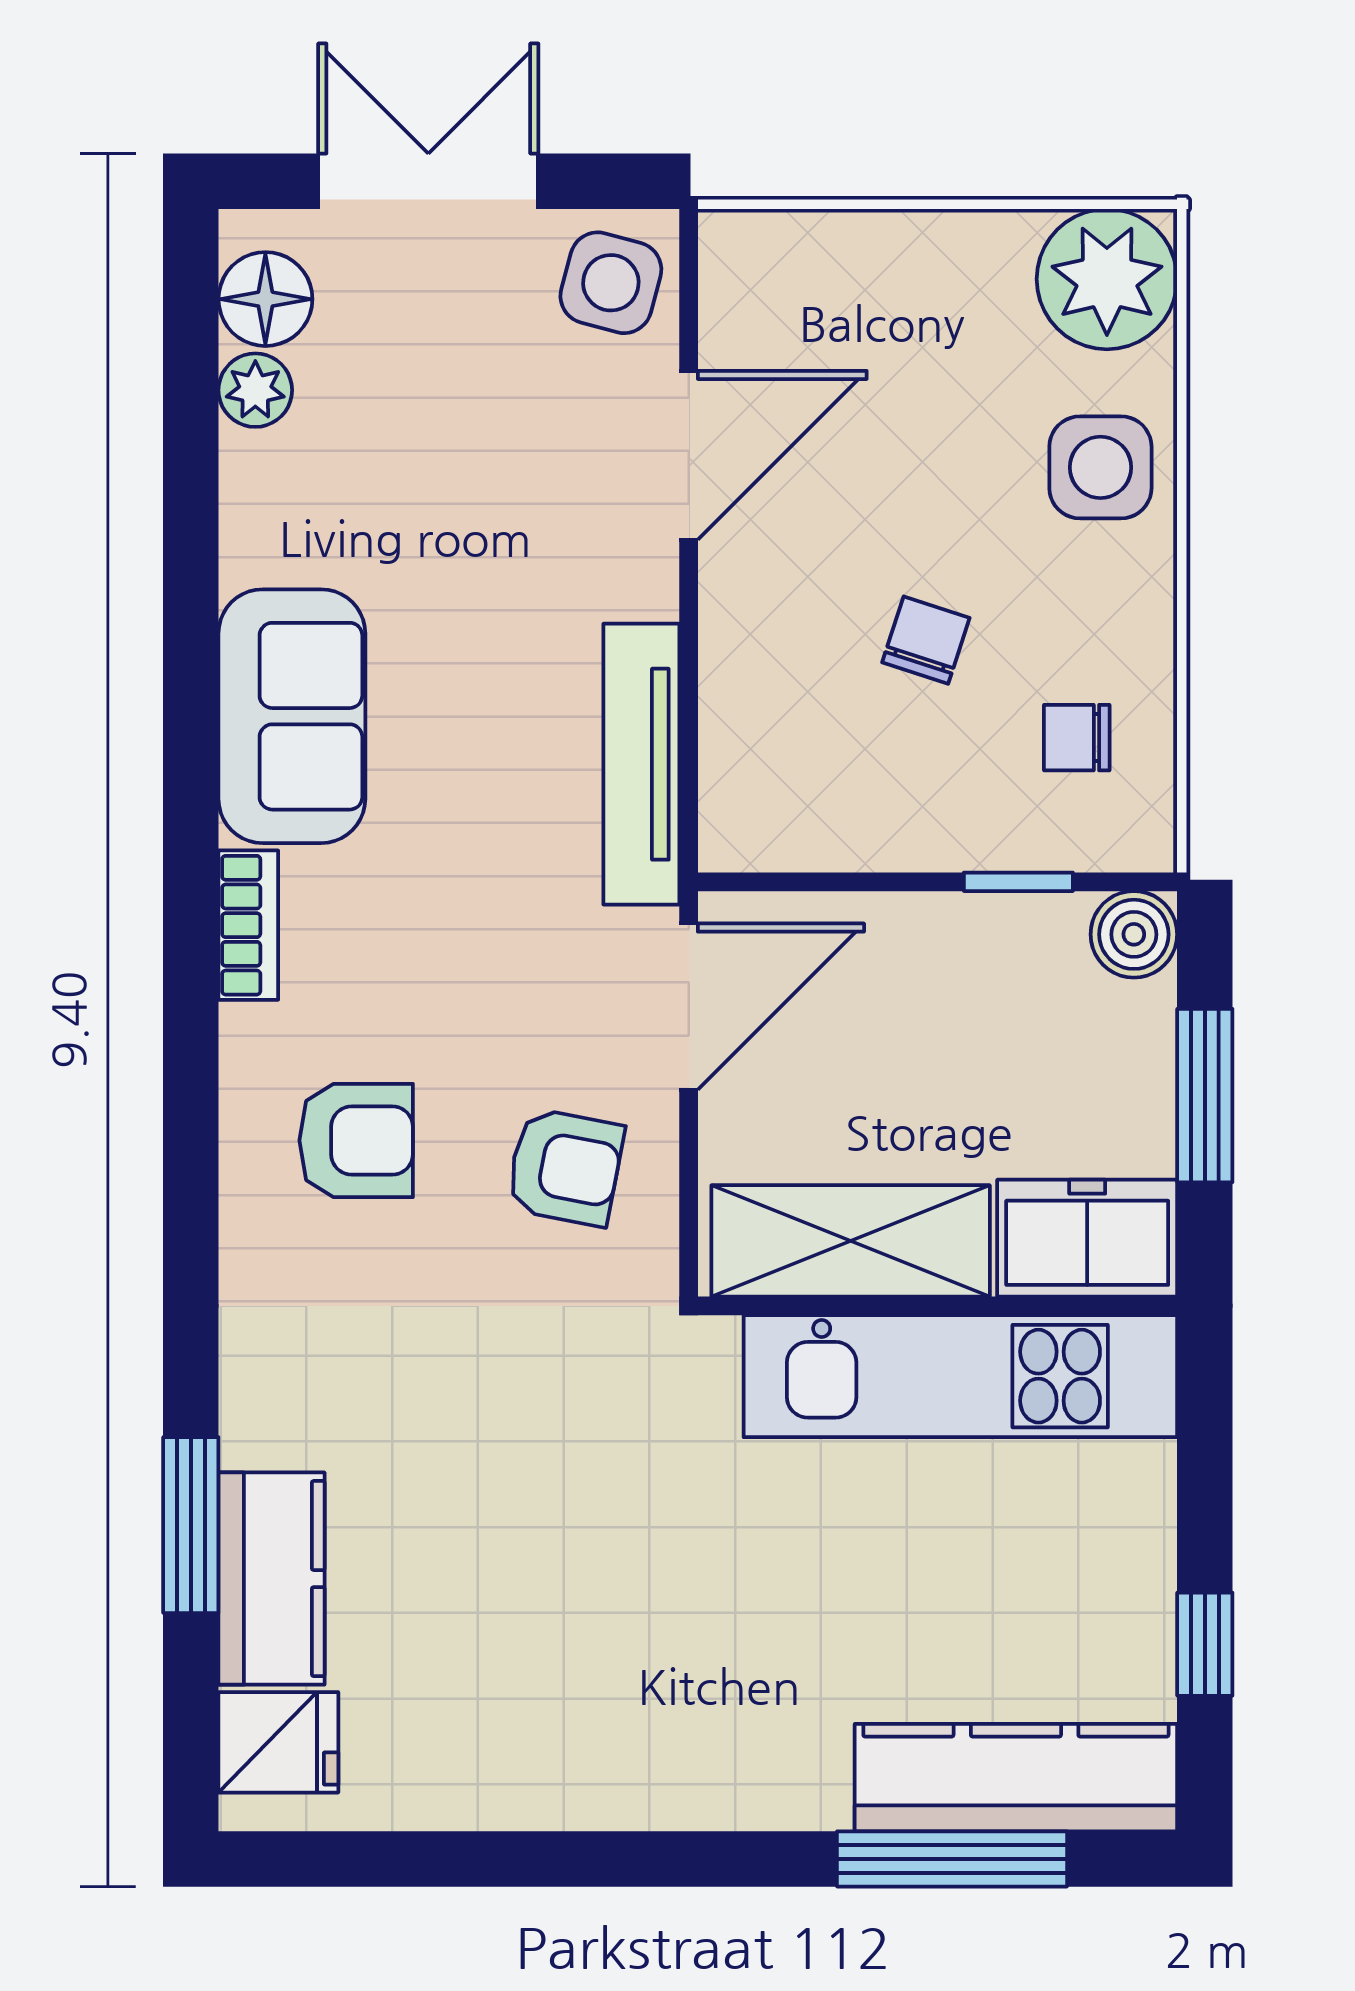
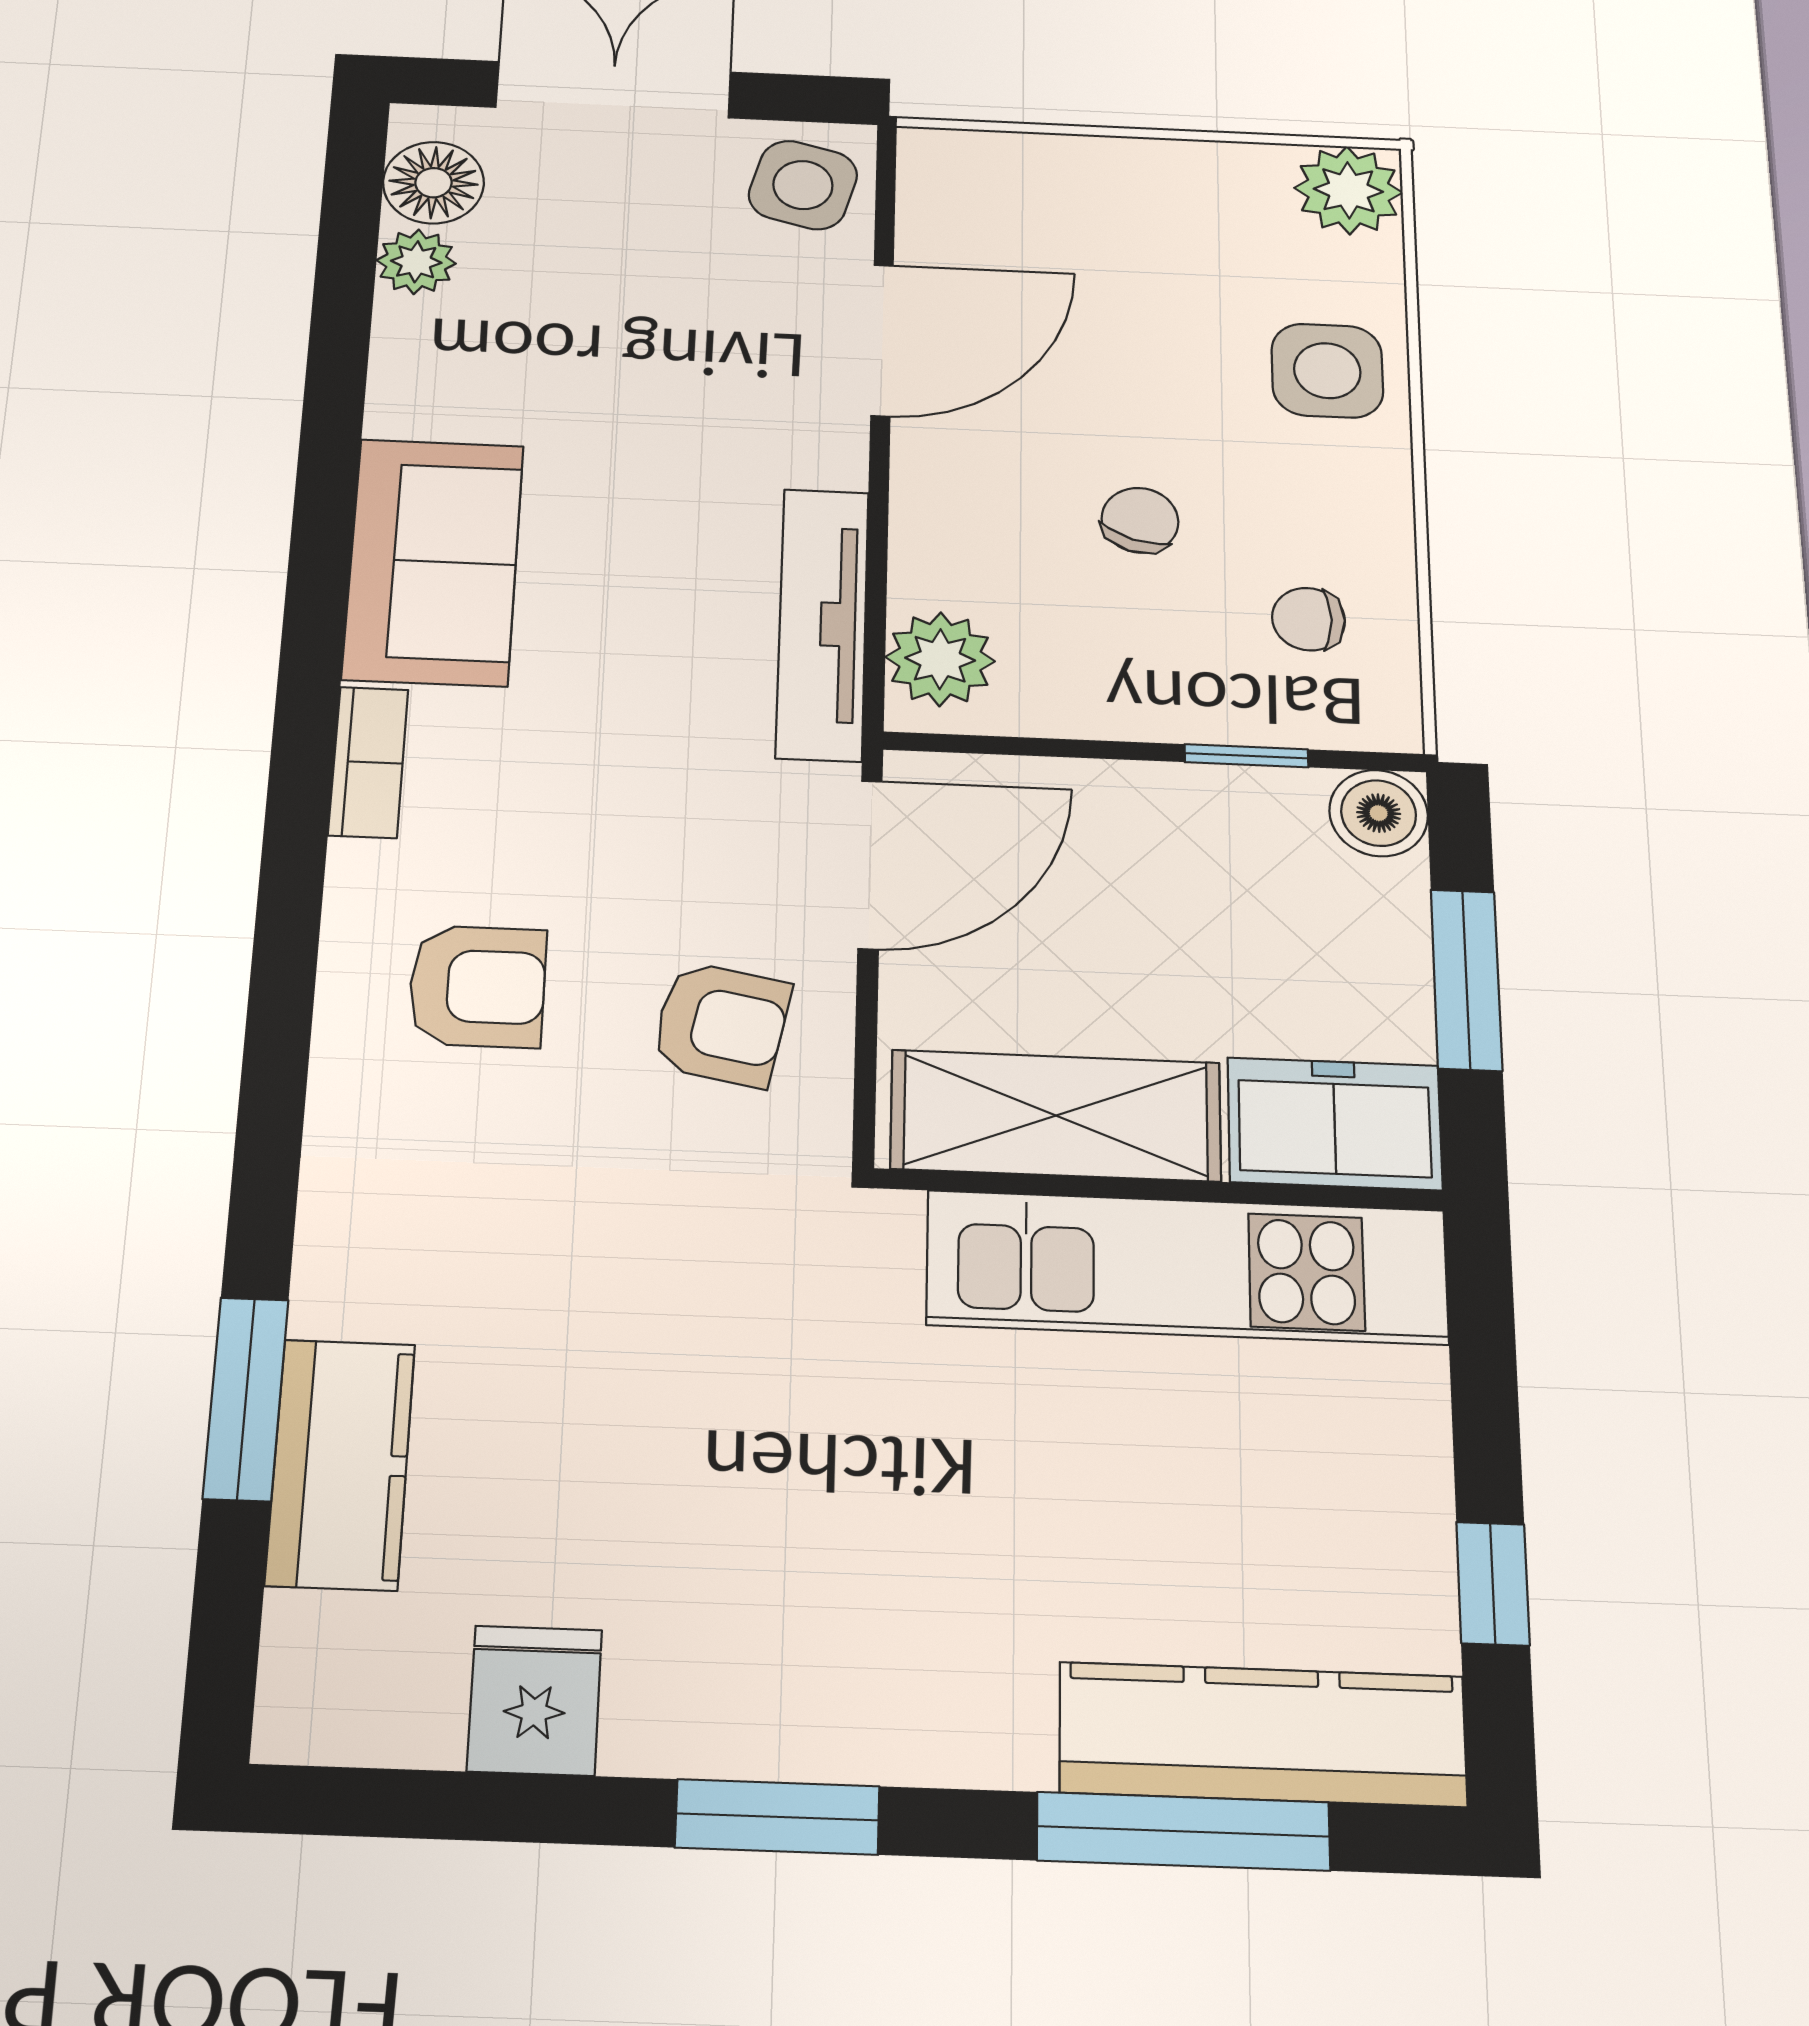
plant: (1107, 279) -> (1348, 190), width x0.73, depth x0.73
plant: (747, 796) -> (940, 659), added
fridge: (278, 1742) -> (535, 1700), moved, turned -90
window: (633, 1859) -> (777, 1817), added

